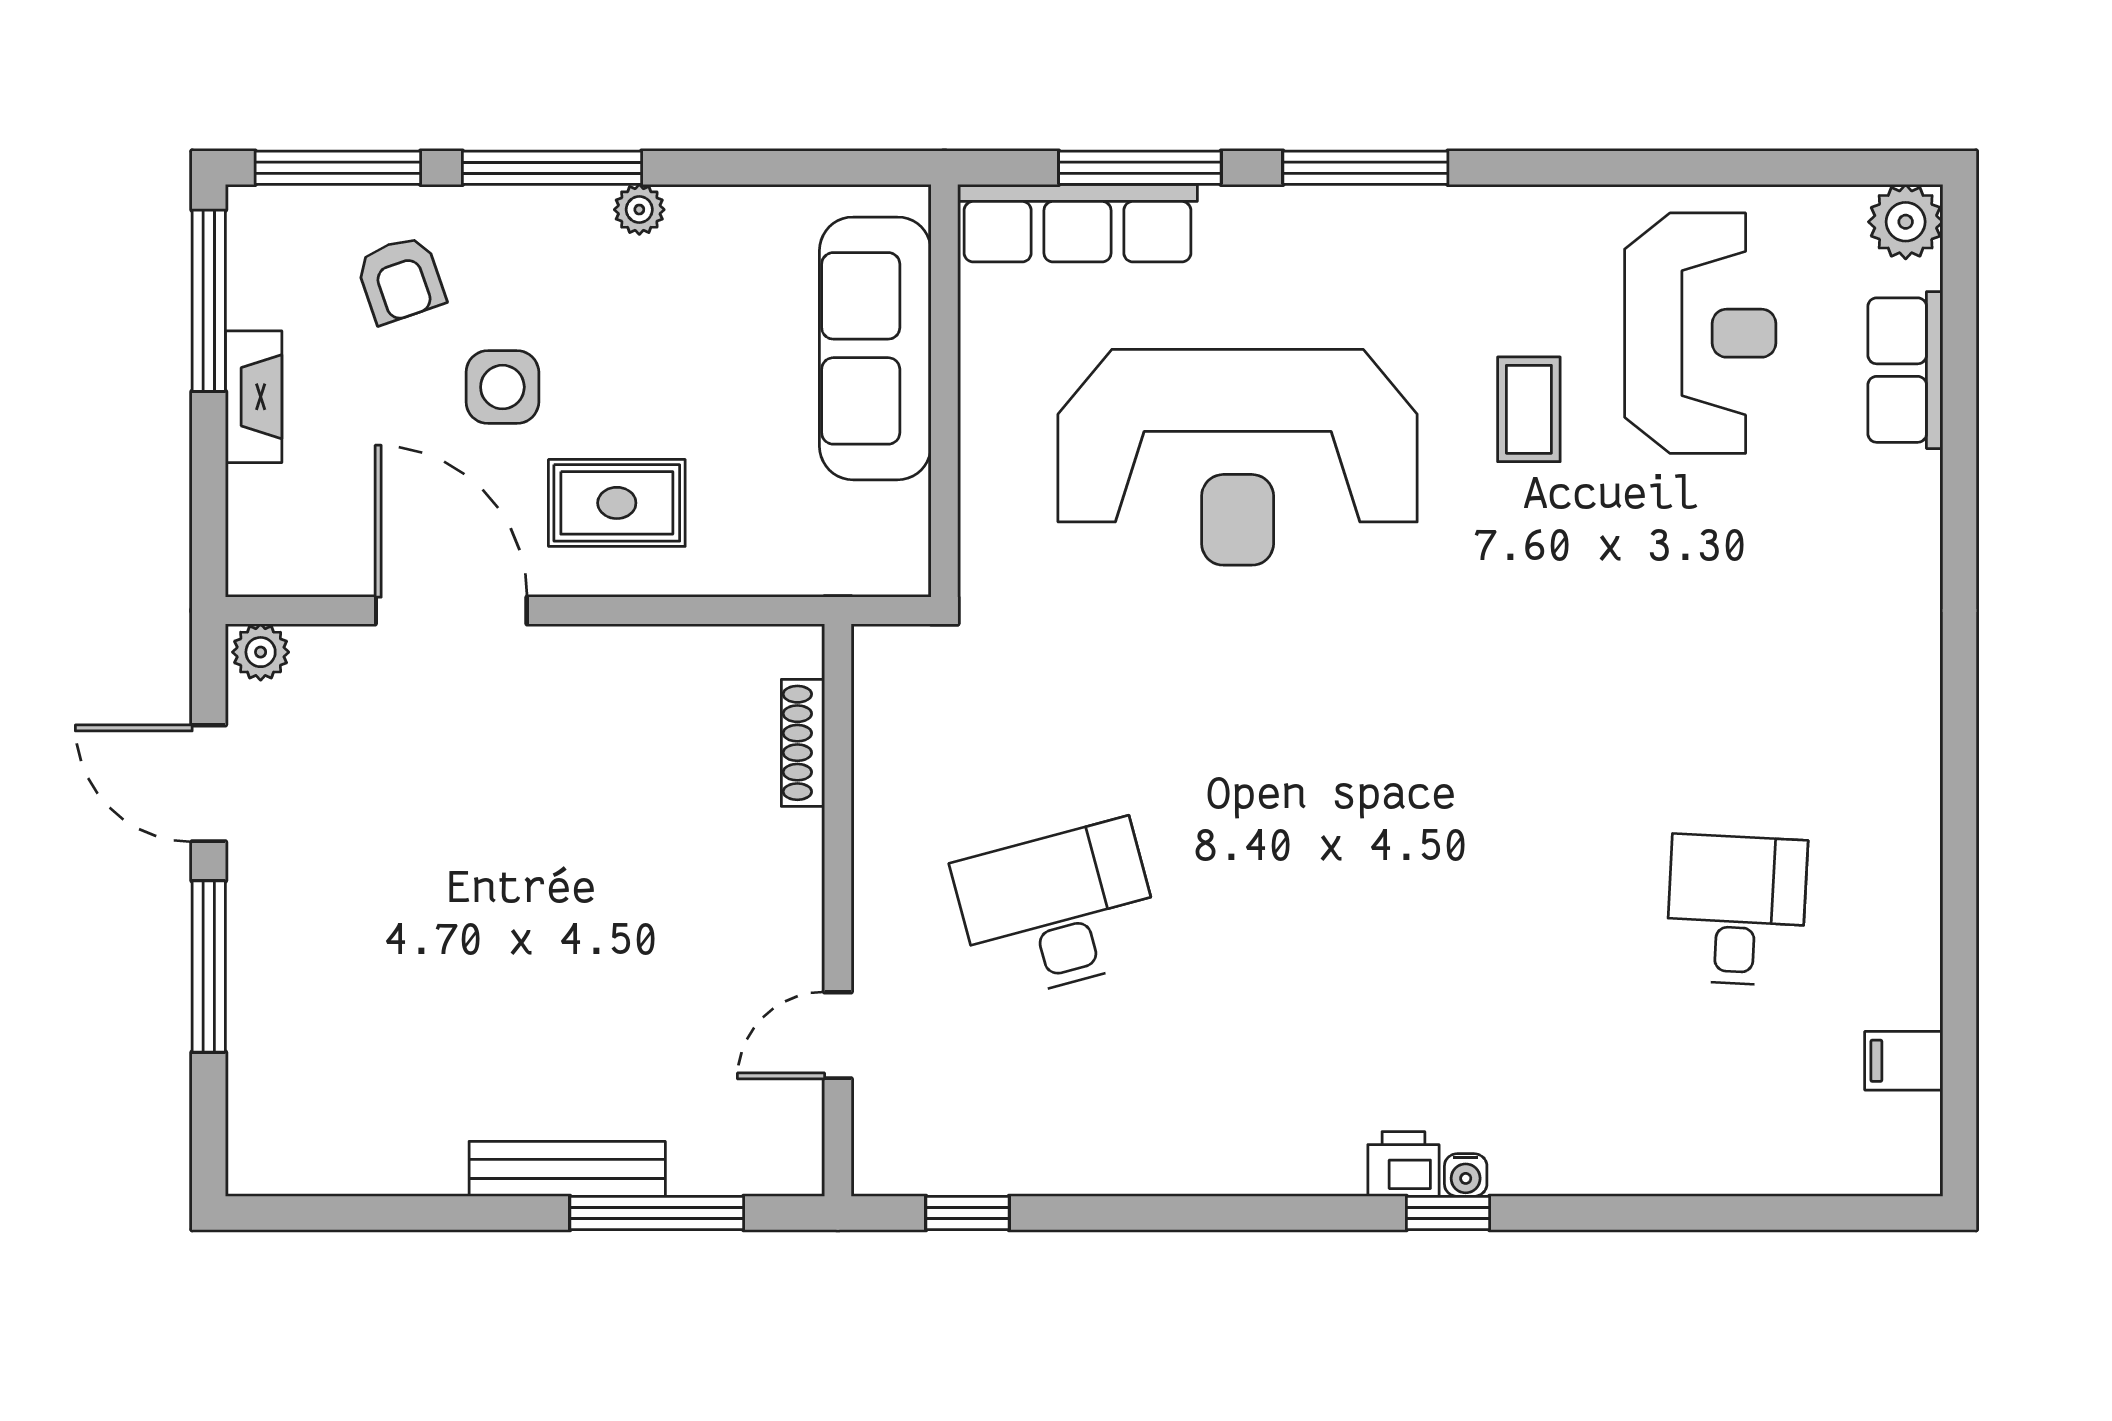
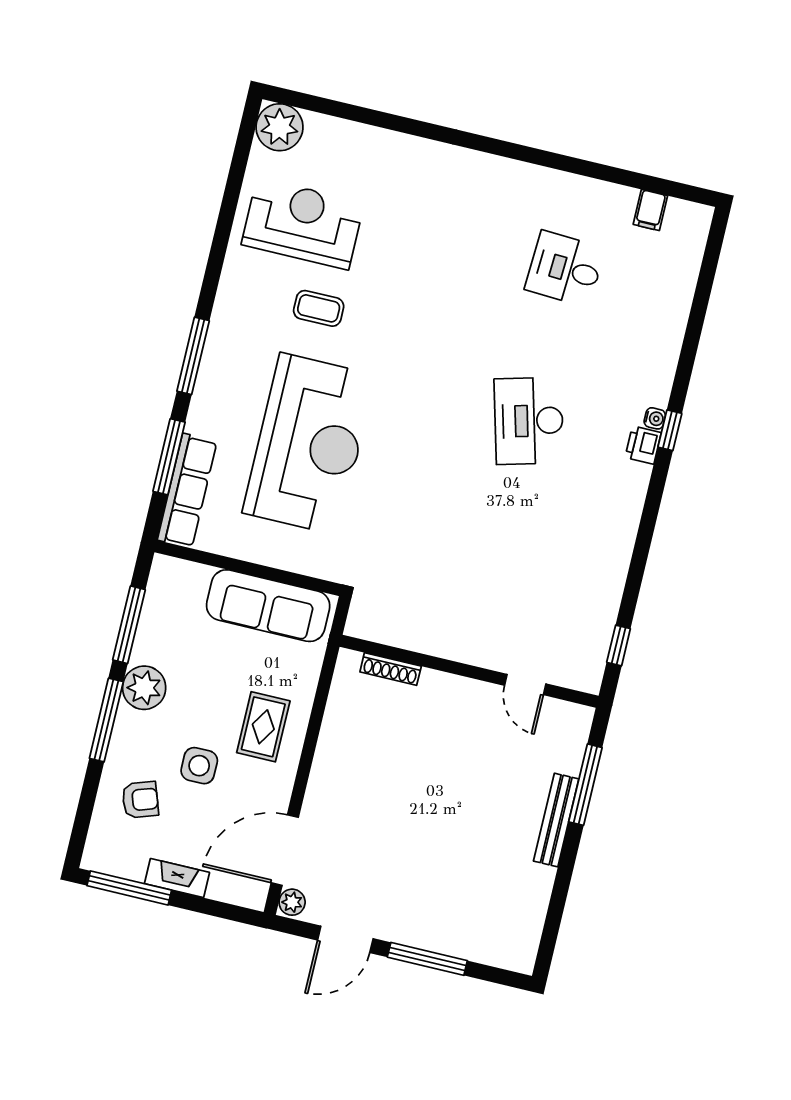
window: (338, 168) -> (129, 625), moved
plant: (639, 210) -> (144, 688), width x1.87, depth x1.87
plant: (1906, 222) -> (280, 127), width x1.36, depth x1.36
sofa: (875, 348) -> (268, 606), moved
row of seats: (1905, 370) -> (341, 136), removed
door: (451, 610) -> (285, 850), moved
desk: (1058, 910) -> (529, 421), moved

